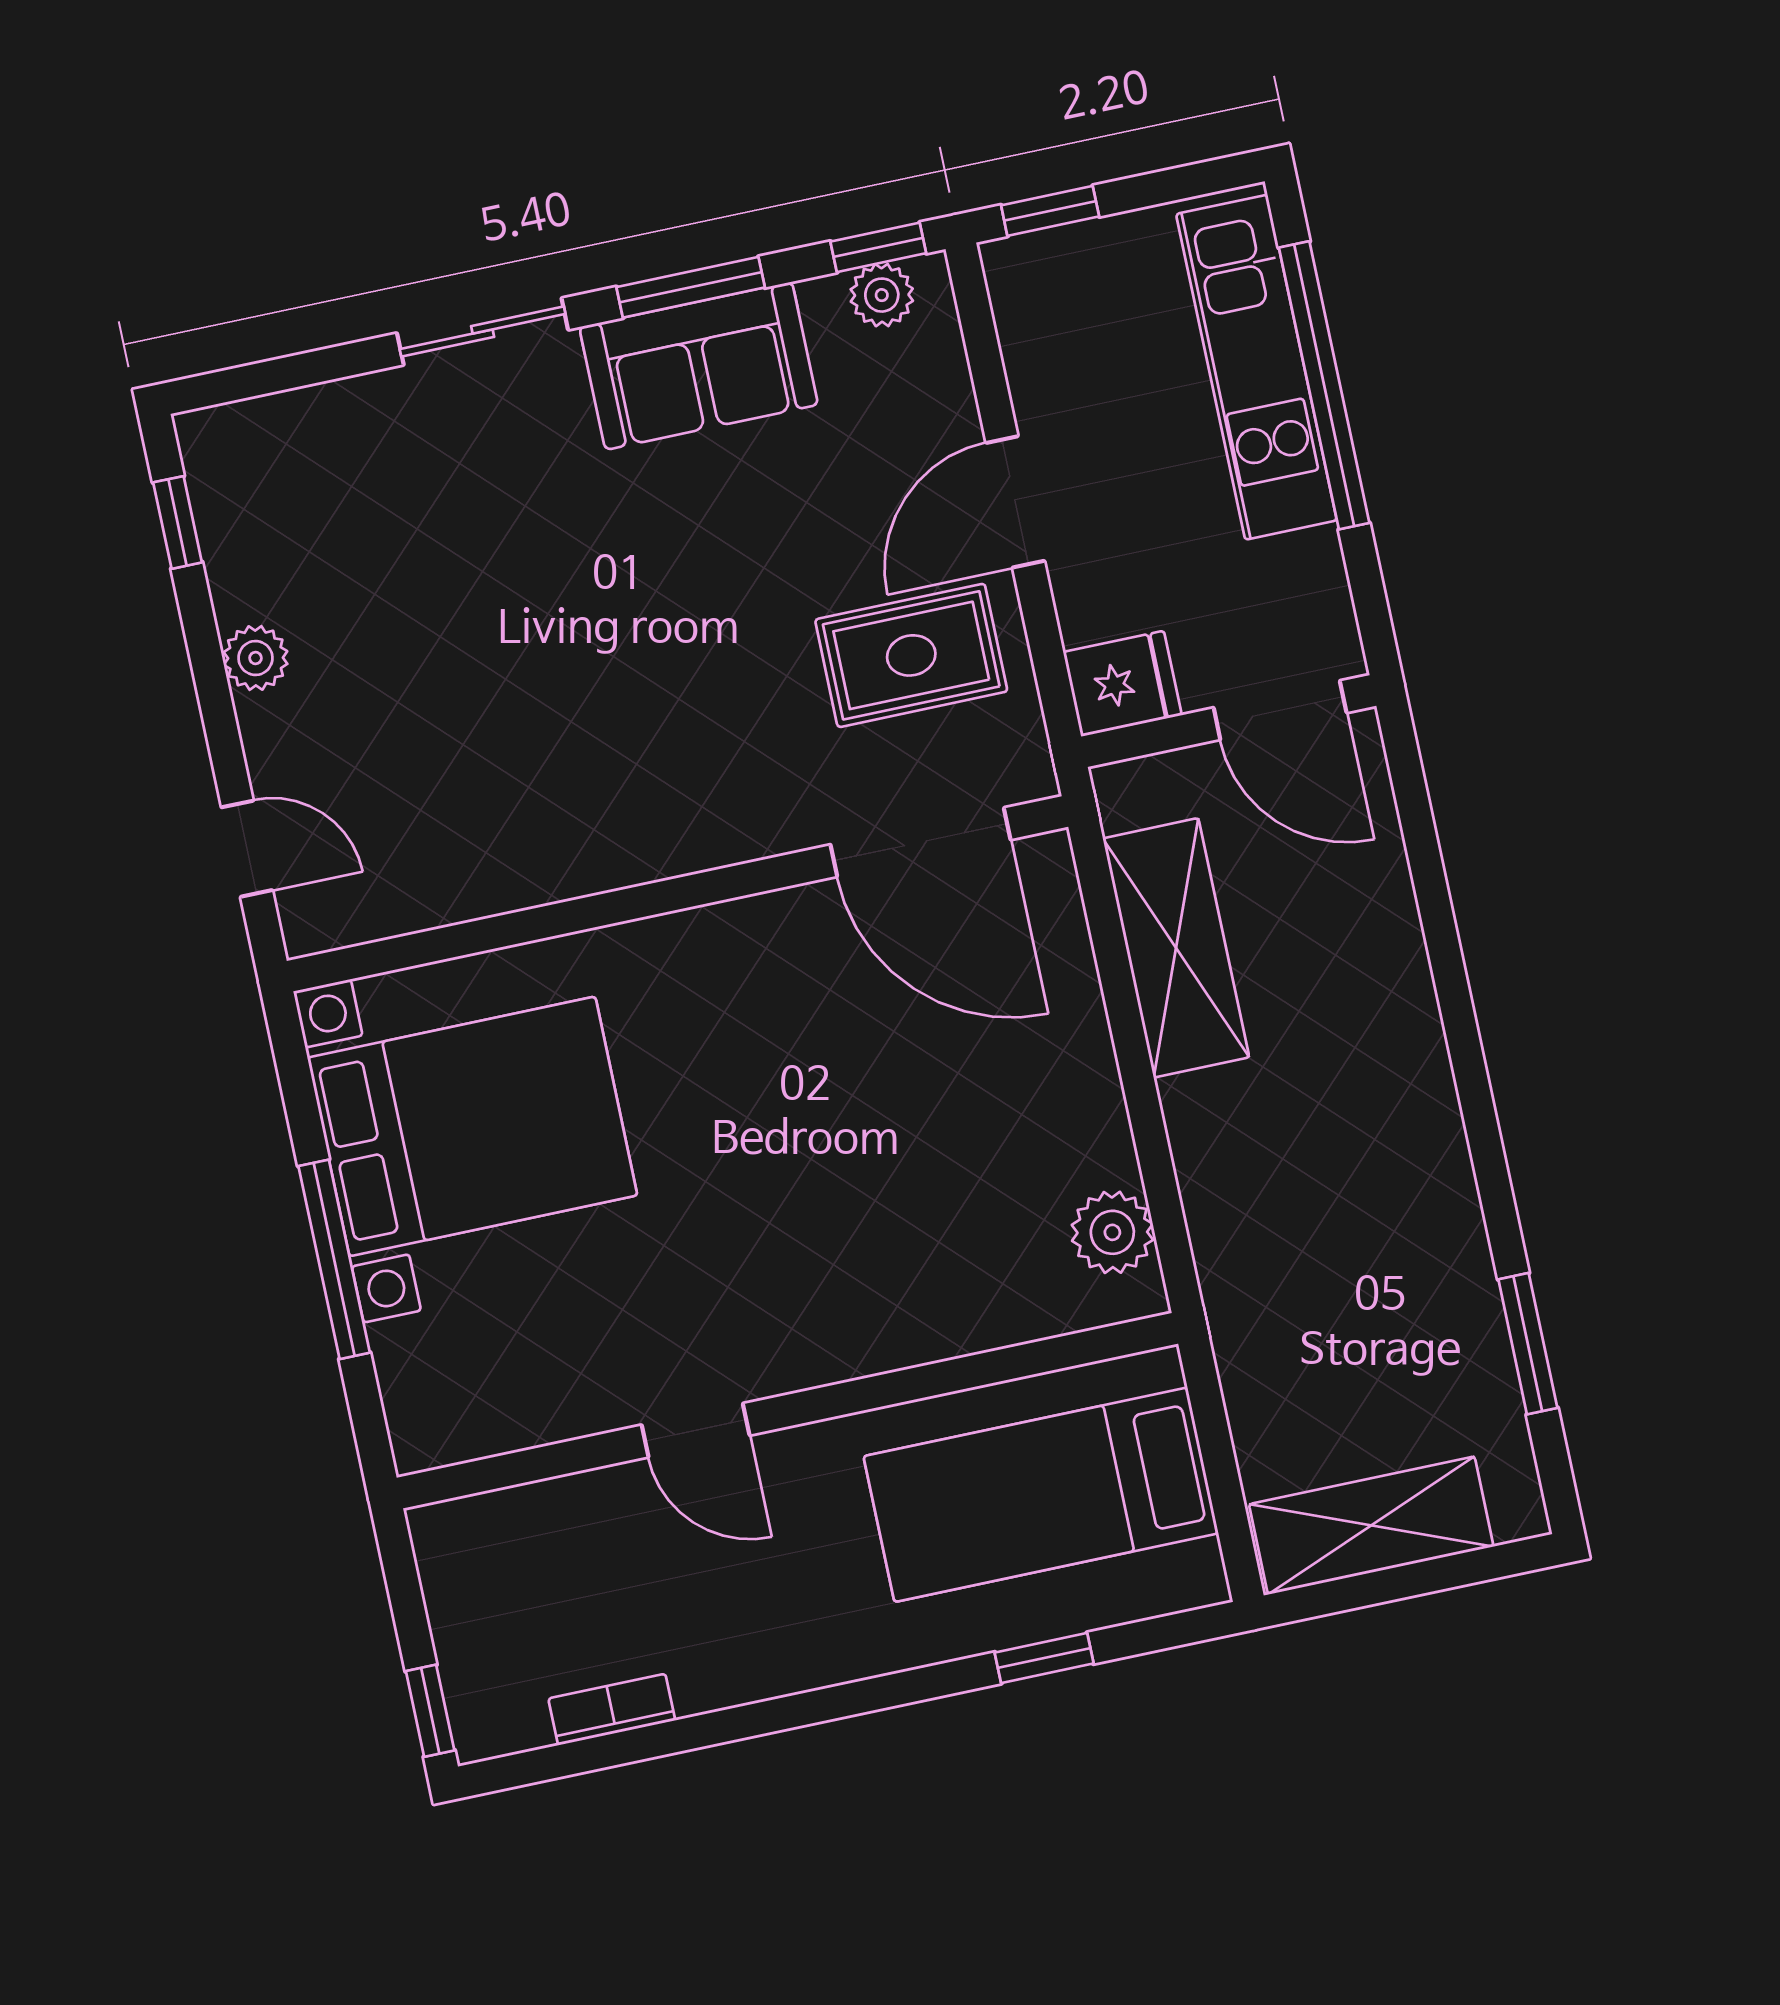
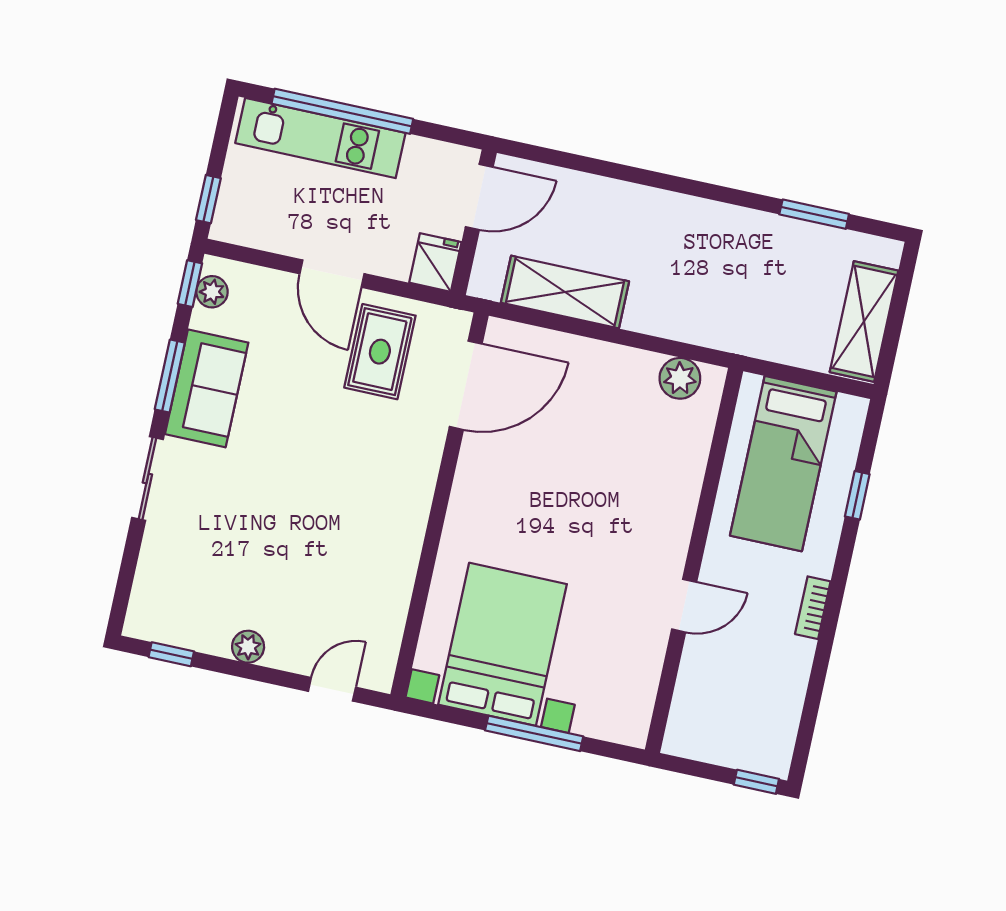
bookcase: (612, 1709) -> (813, 608), moved

